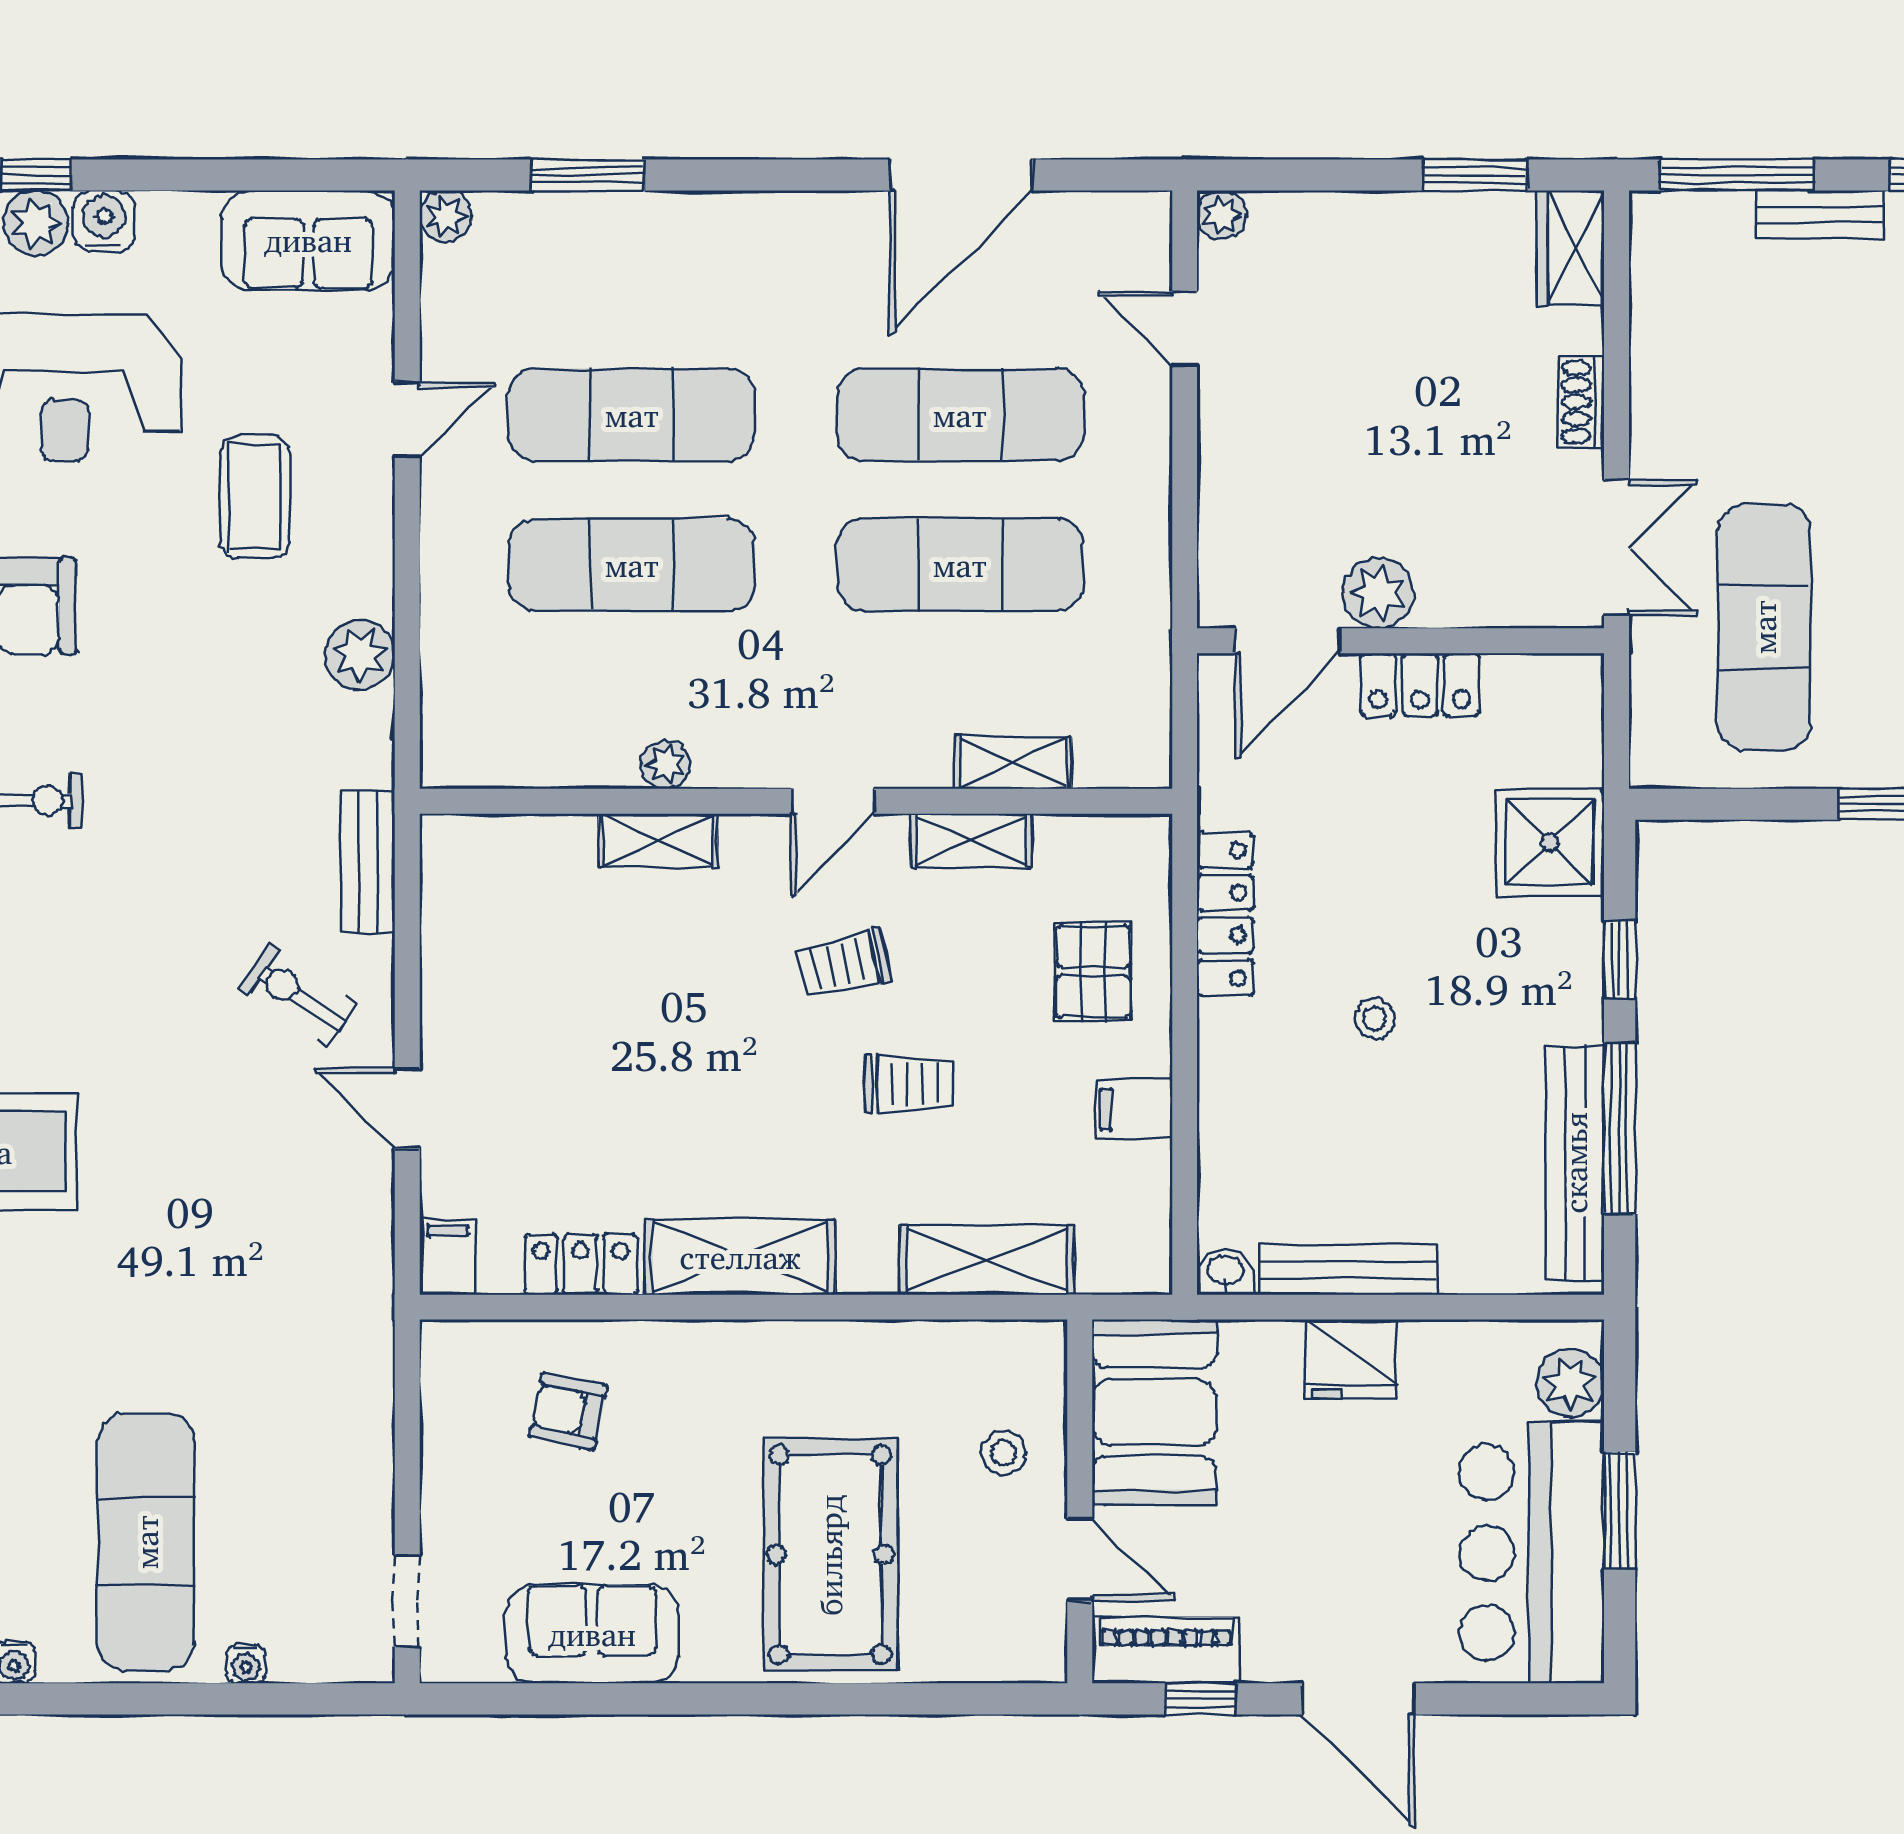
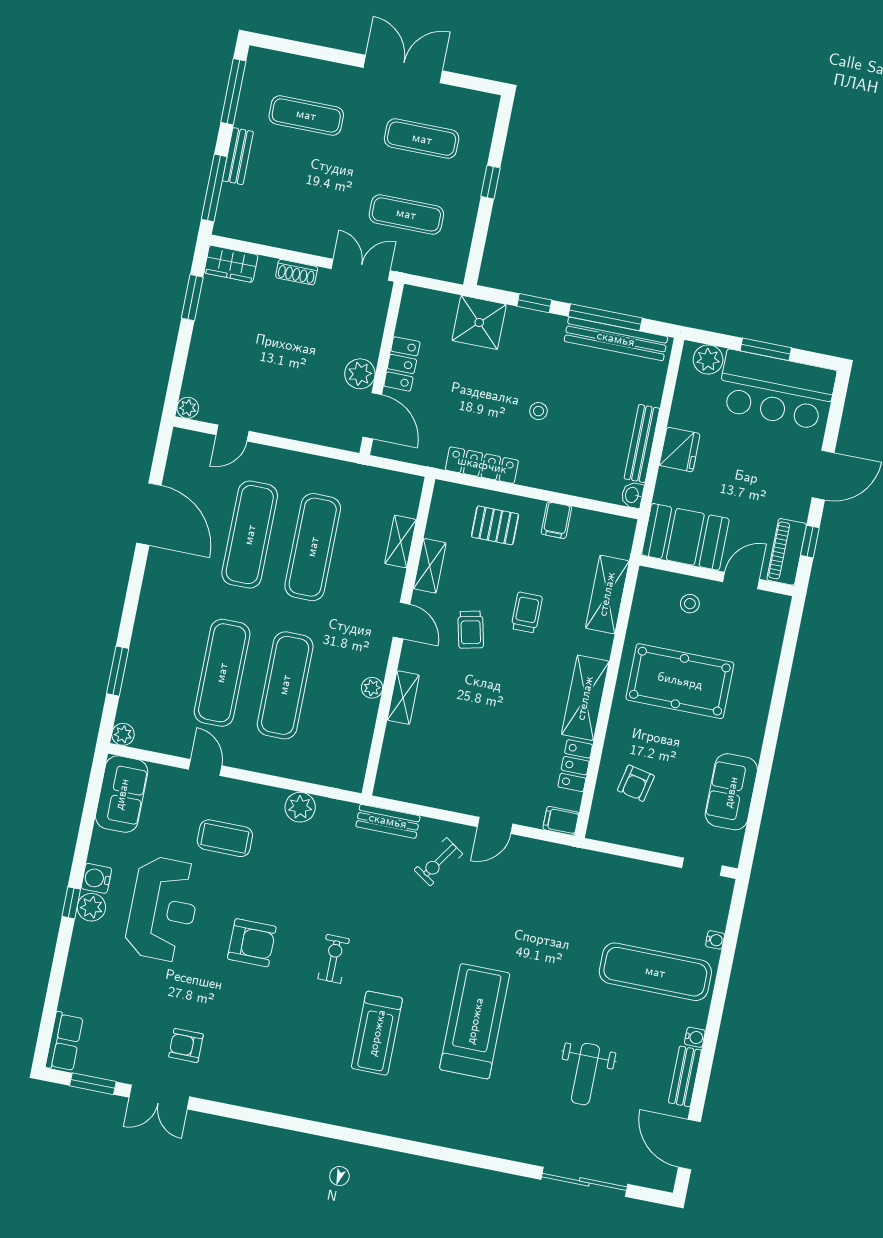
exercise mat: (1764, 627) -> (406, 214), width x0.73, depth x0.69
pool table: (830, 1555) -> (680, 681), moved

